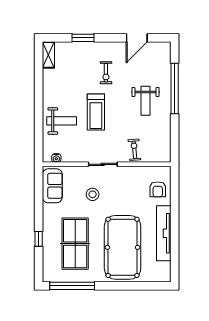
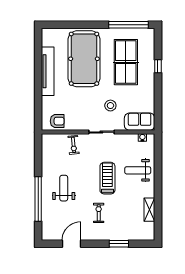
shelving: (48, 55) -> (149, 210), moved
sofa: (52, 186) -> (140, 122), moved, turned 90
armchair: (158, 189) -> (57, 121), moved, turned 90

